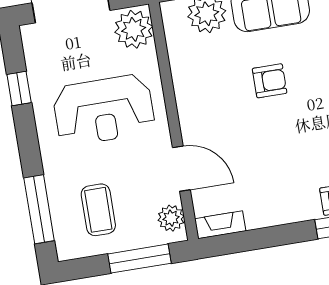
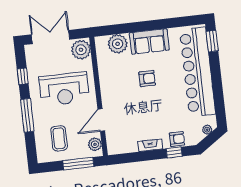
door: (181, 169) -> (101, 120), swing flipped
window: (39, 209) -> (27, 115), moved
fireplace: (220, 225) -> (150, 145), moved

